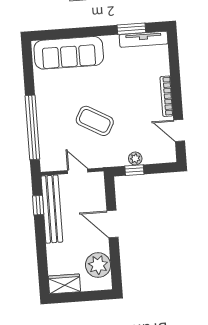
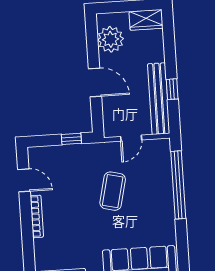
coffee table: (95, 121) -> (113, 191), turned 74
plant: (135, 159) -> (70, 151), removed
door: (78, 171) -> (131, 138), hinge flipped
window: (38, 205) -> (172, 89), moved

